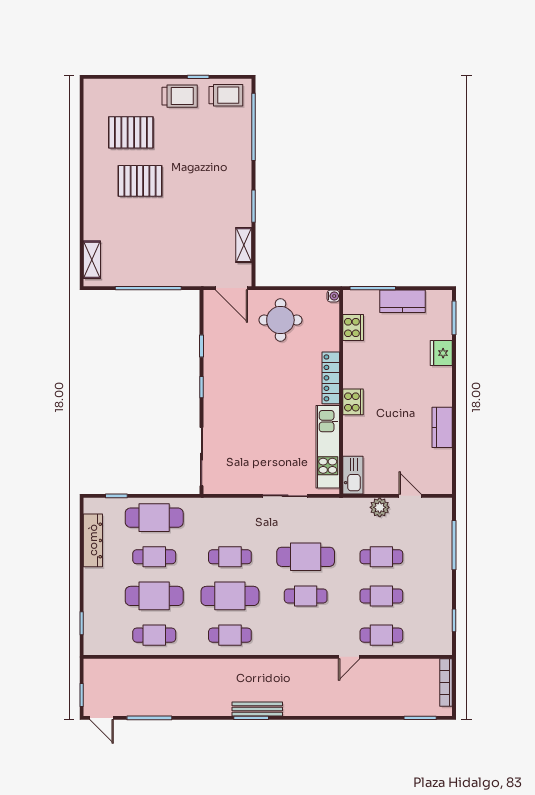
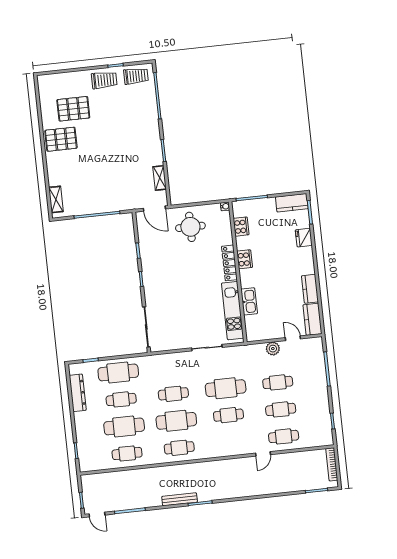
pallet: (140, 181) -> (61, 139), moved
kitchen counter: (402, 301) -> (292, 203), moved
cooker: (353, 402) -> (245, 259), moved
kitchen counter: (441, 472) -> (312, 319), added
kitchen sink: (353, 475) -> (249, 301), moved
bench: (257, 709) -> (180, 499), moved

